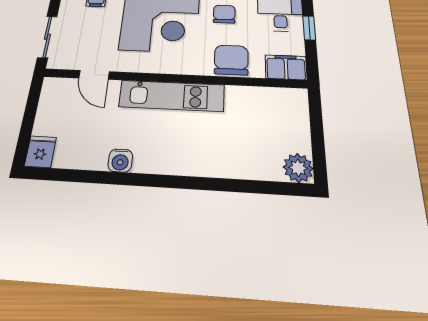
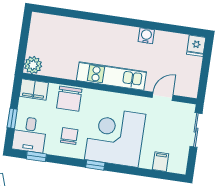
chair: (224, 14) -> (69, 136), turned 180
door: (94, 75) -> (163, 96), hinge flipped
plant: (298, 168) -> (33, 65), moved

